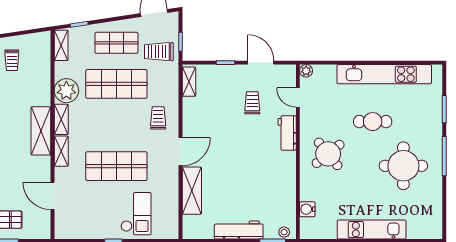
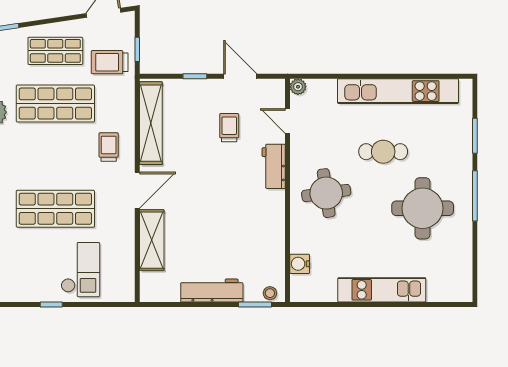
shelving: (189, 82) -> (151, 123), width x2.20, depth x1.33
round table: (328, 154) -> (326, 193), turned 31

